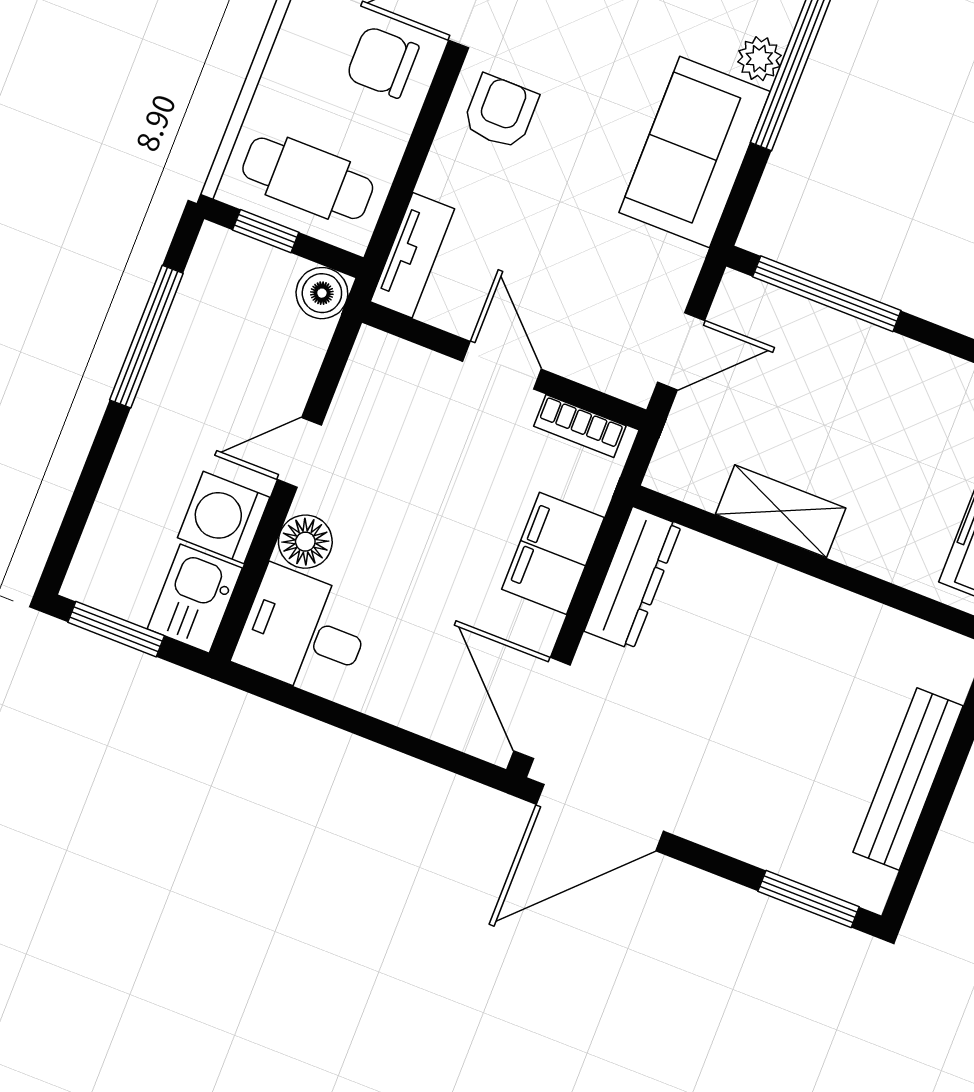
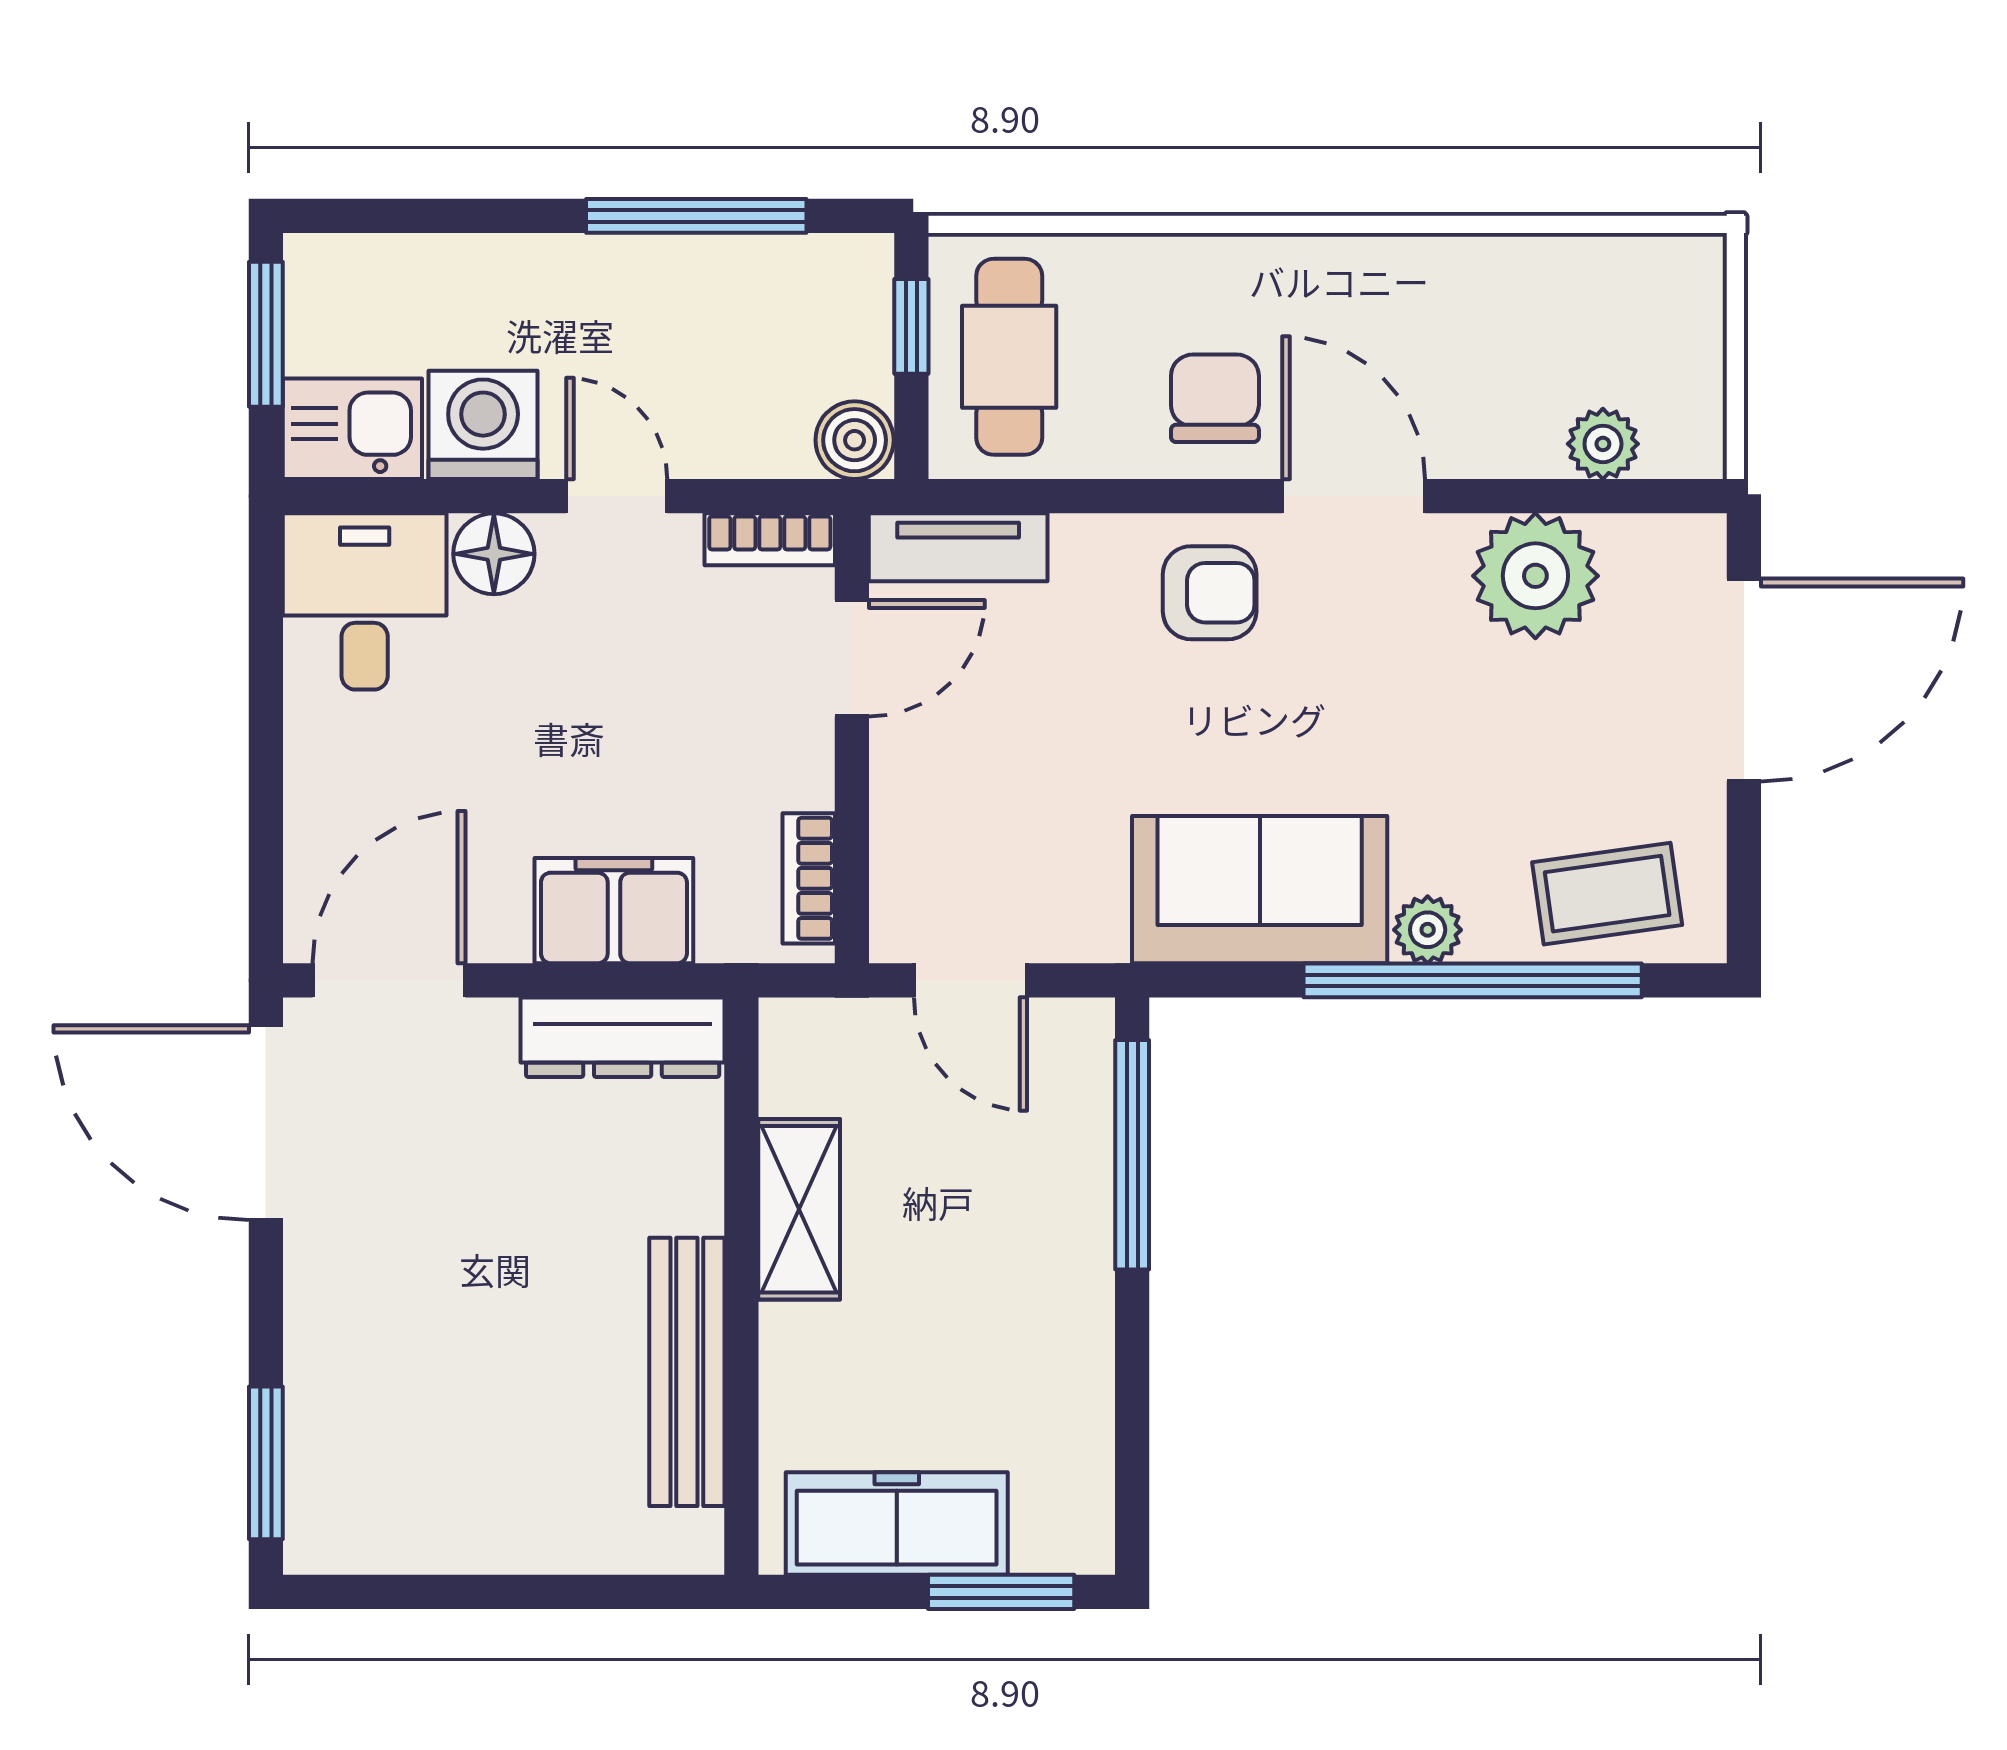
door: (502, 365) -> (852, 658), moved
bookcase: (362, 369) -> (770, 539), added
bench: (908, 779) -> (687, 1372), moved, turned 90

